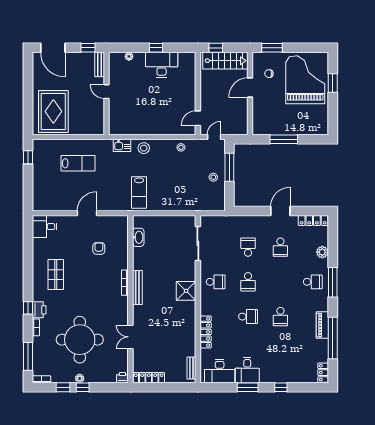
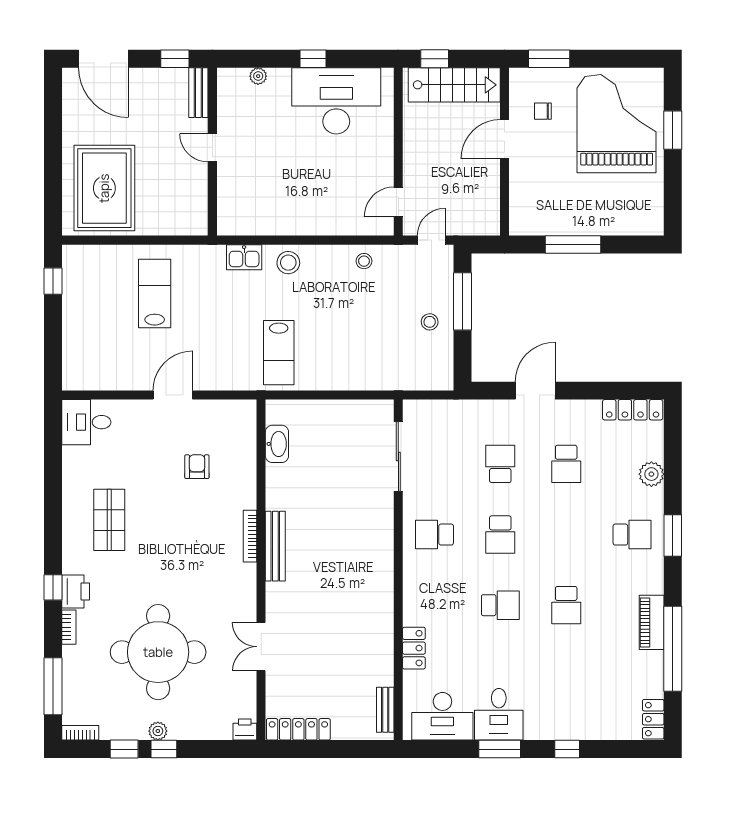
desk: (162, 65) -> (336, 101), width x1.36, depth x1.30
lab bench: (78, 163) -> (155, 293), turned -90
door: (280, 211) -> (535, 391), moved
school desk: (216, 282) -> (434, 535), turned 180
window: (333, 282) -> (673, 535), width x0.69
shower: (186, 291) -> (374, 553), removed
locker: (206, 332) -> (414, 648), width x0.66

